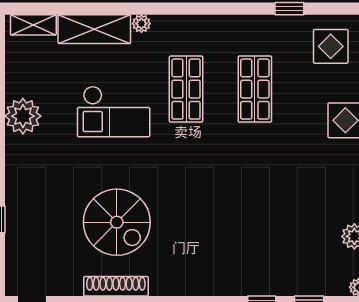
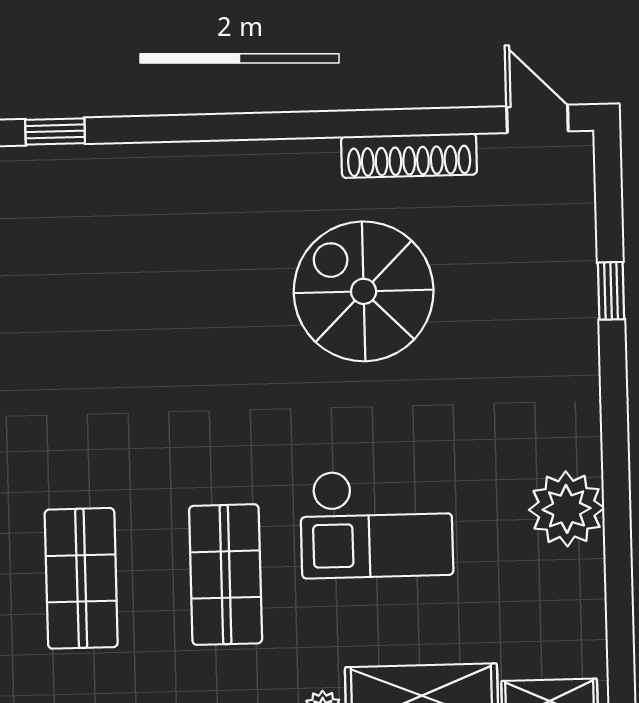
checkout: (114, 111) -> (377, 524), turned 180
shoe rack: (116, 286) -> (409, 155), moved

